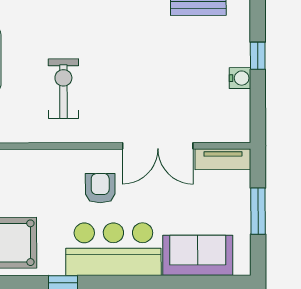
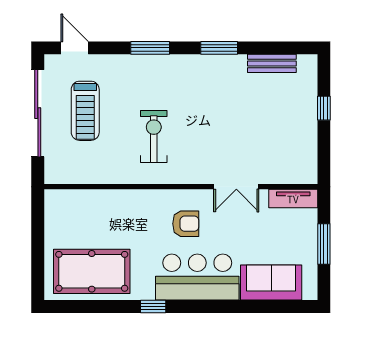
water cooler: (240, 78) -> (308, 128), removed
double door: (158, 146) -> (236, 187), width x0.73
armchair: (100, 188) -> (186, 224), turned 90

